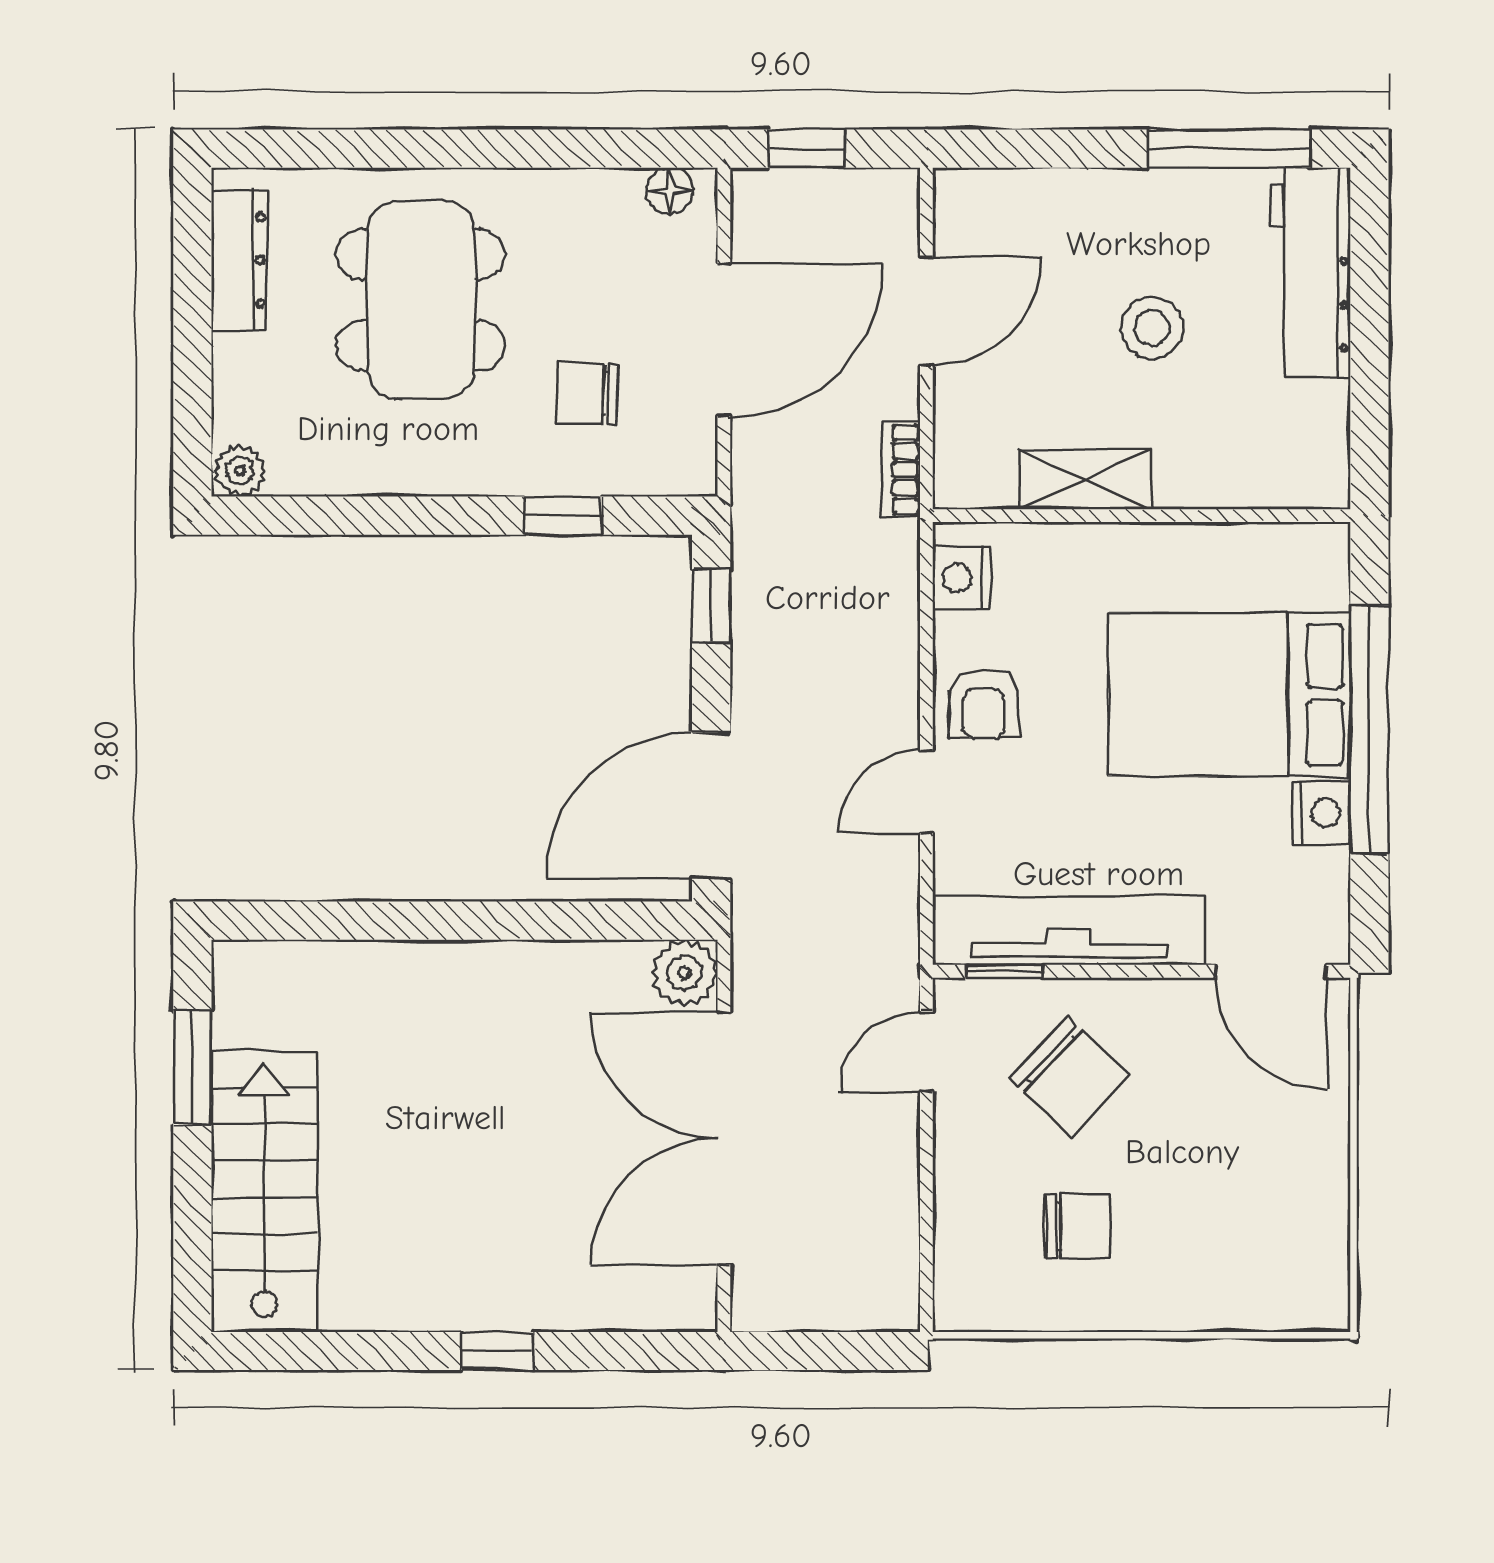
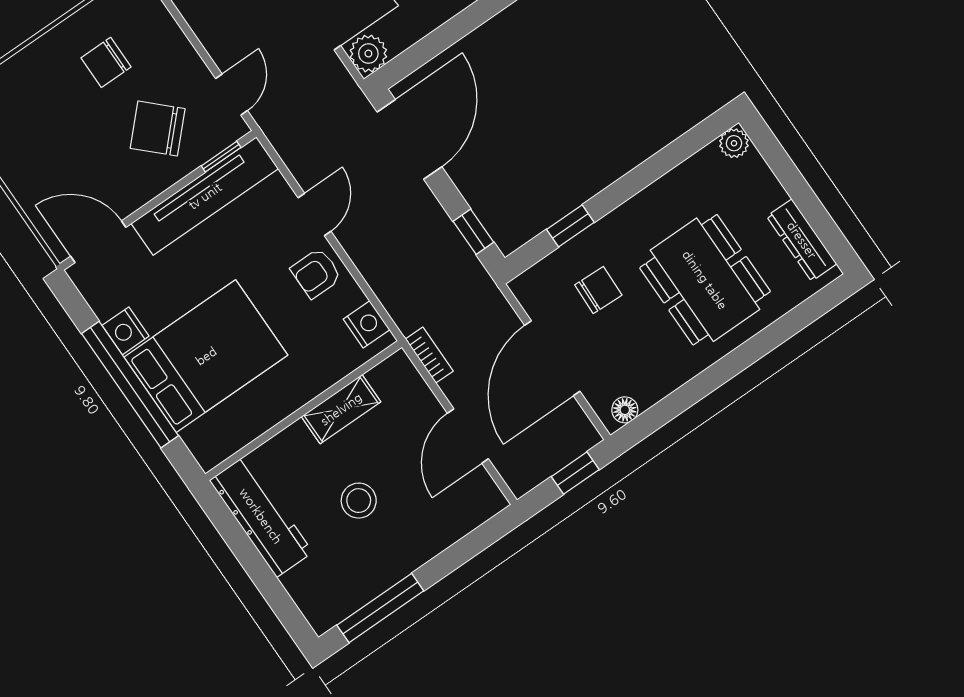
workbench: (1311, 273) -> (261, 516), moved
armchair: (984, 704) -> (316, 273), turned -90

